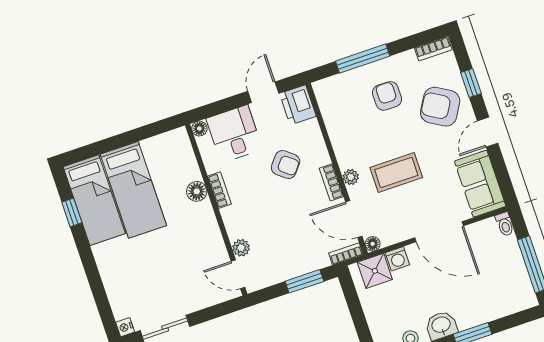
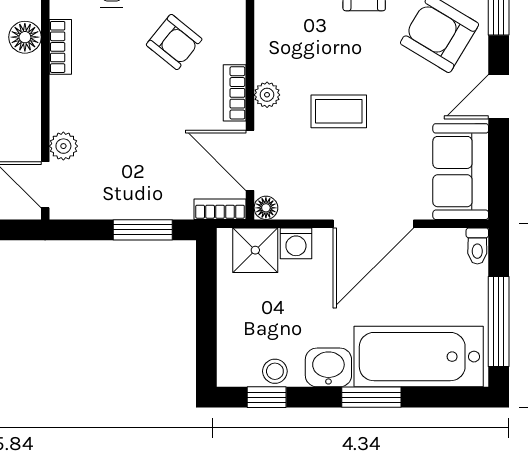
coffee table: (396, 173) -> (339, 111), width x0.73, depth x0.77
door: (439, 232) -> (373, 224), hinge flipped
bathtub: (492, 301) -> (419, 357), added

